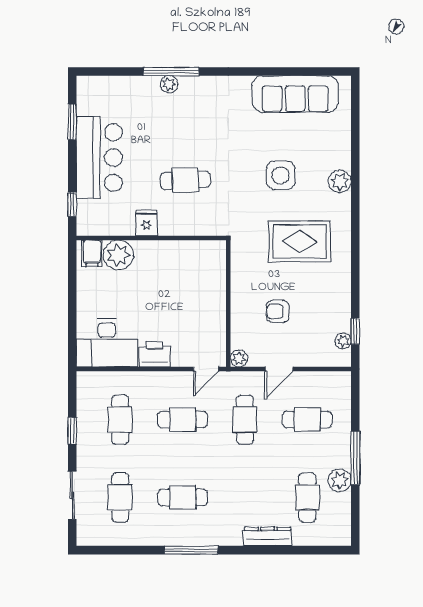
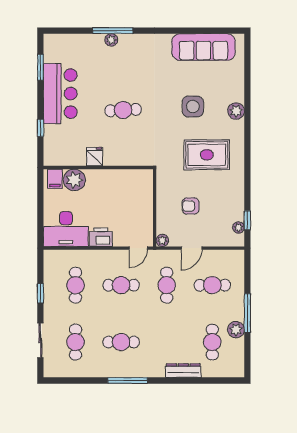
fridge: (146, 223) -> (95, 157), moved
wall: (151, 238) -> (98, 168), moved
filing cabinet: (92, 253) -> (55, 179), moved
plant: (119, 255) -> (74, 180), moved

